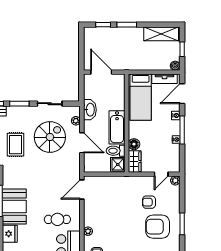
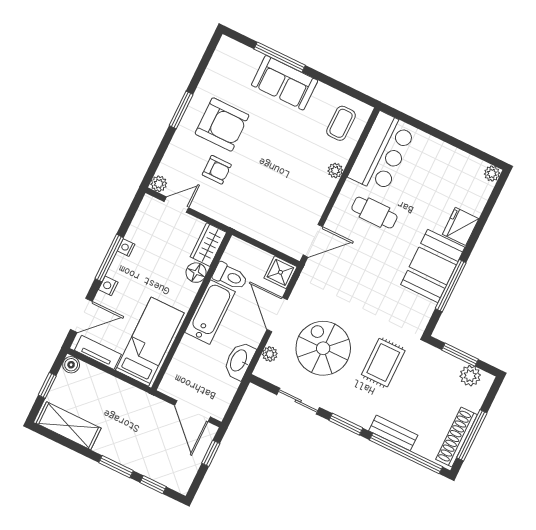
window: (81, 55) -> (211, 453), added
spiral stairs: (50, 137) -> (323, 348), turned 90
shower: (118, 164) -> (280, 272), moved

